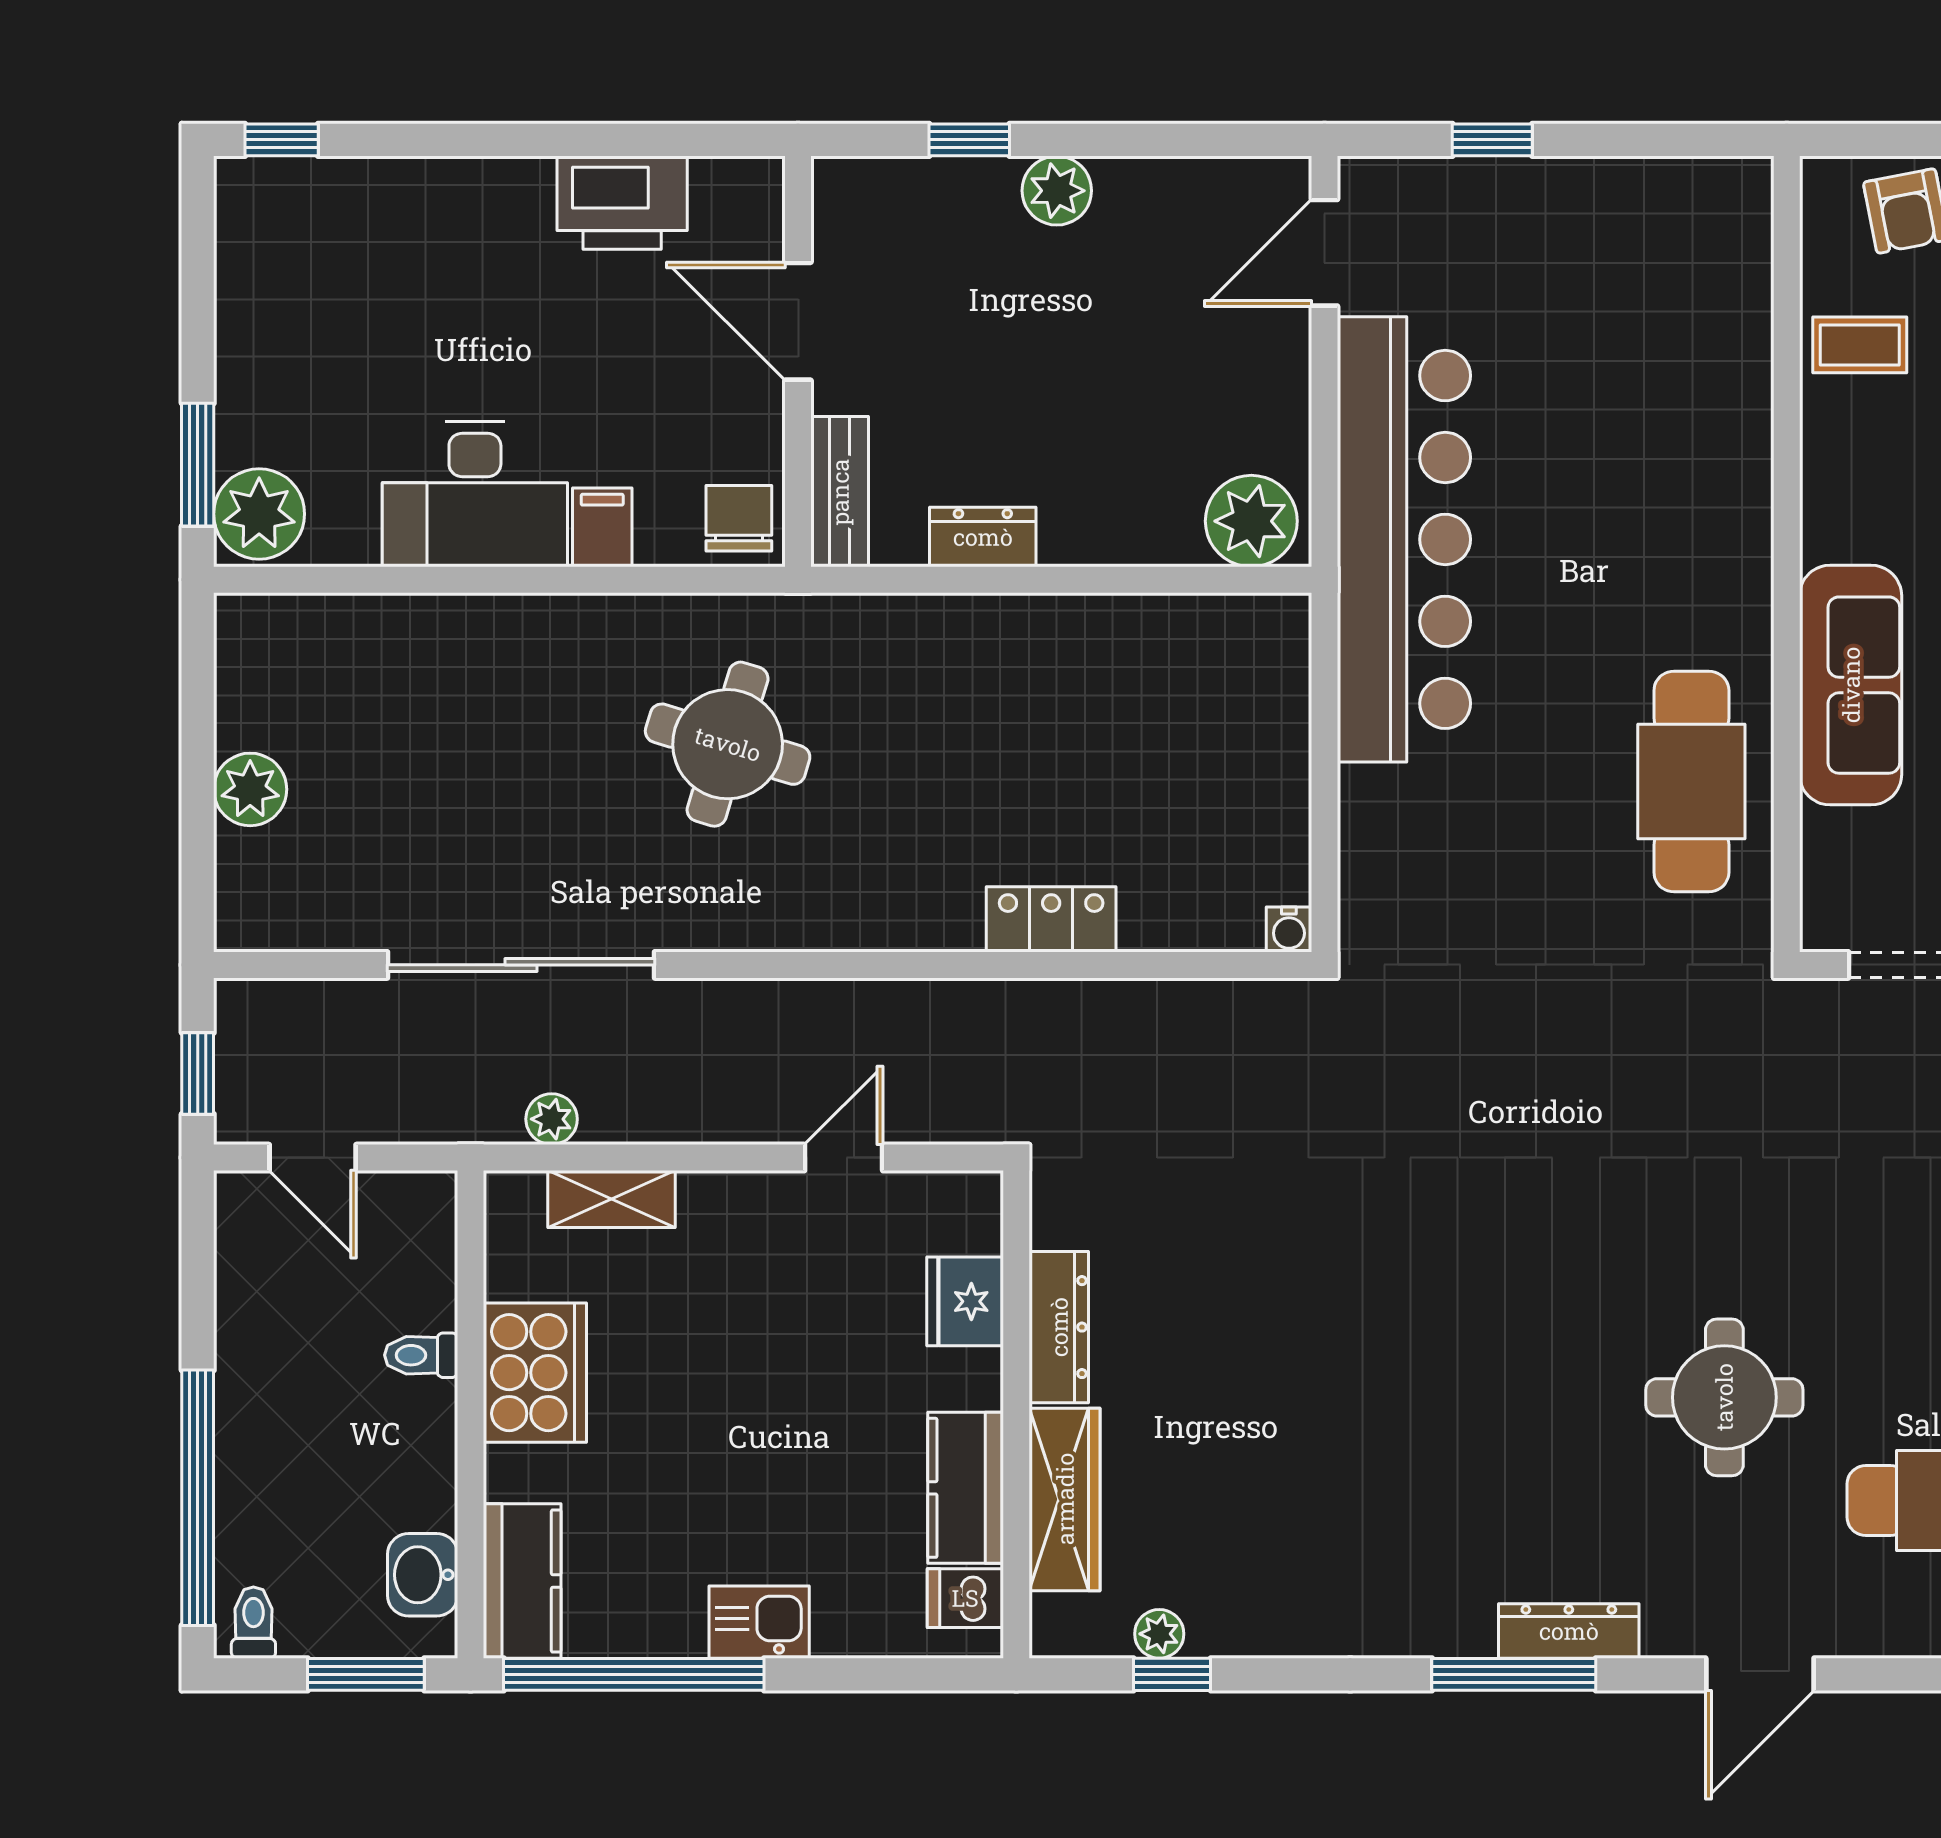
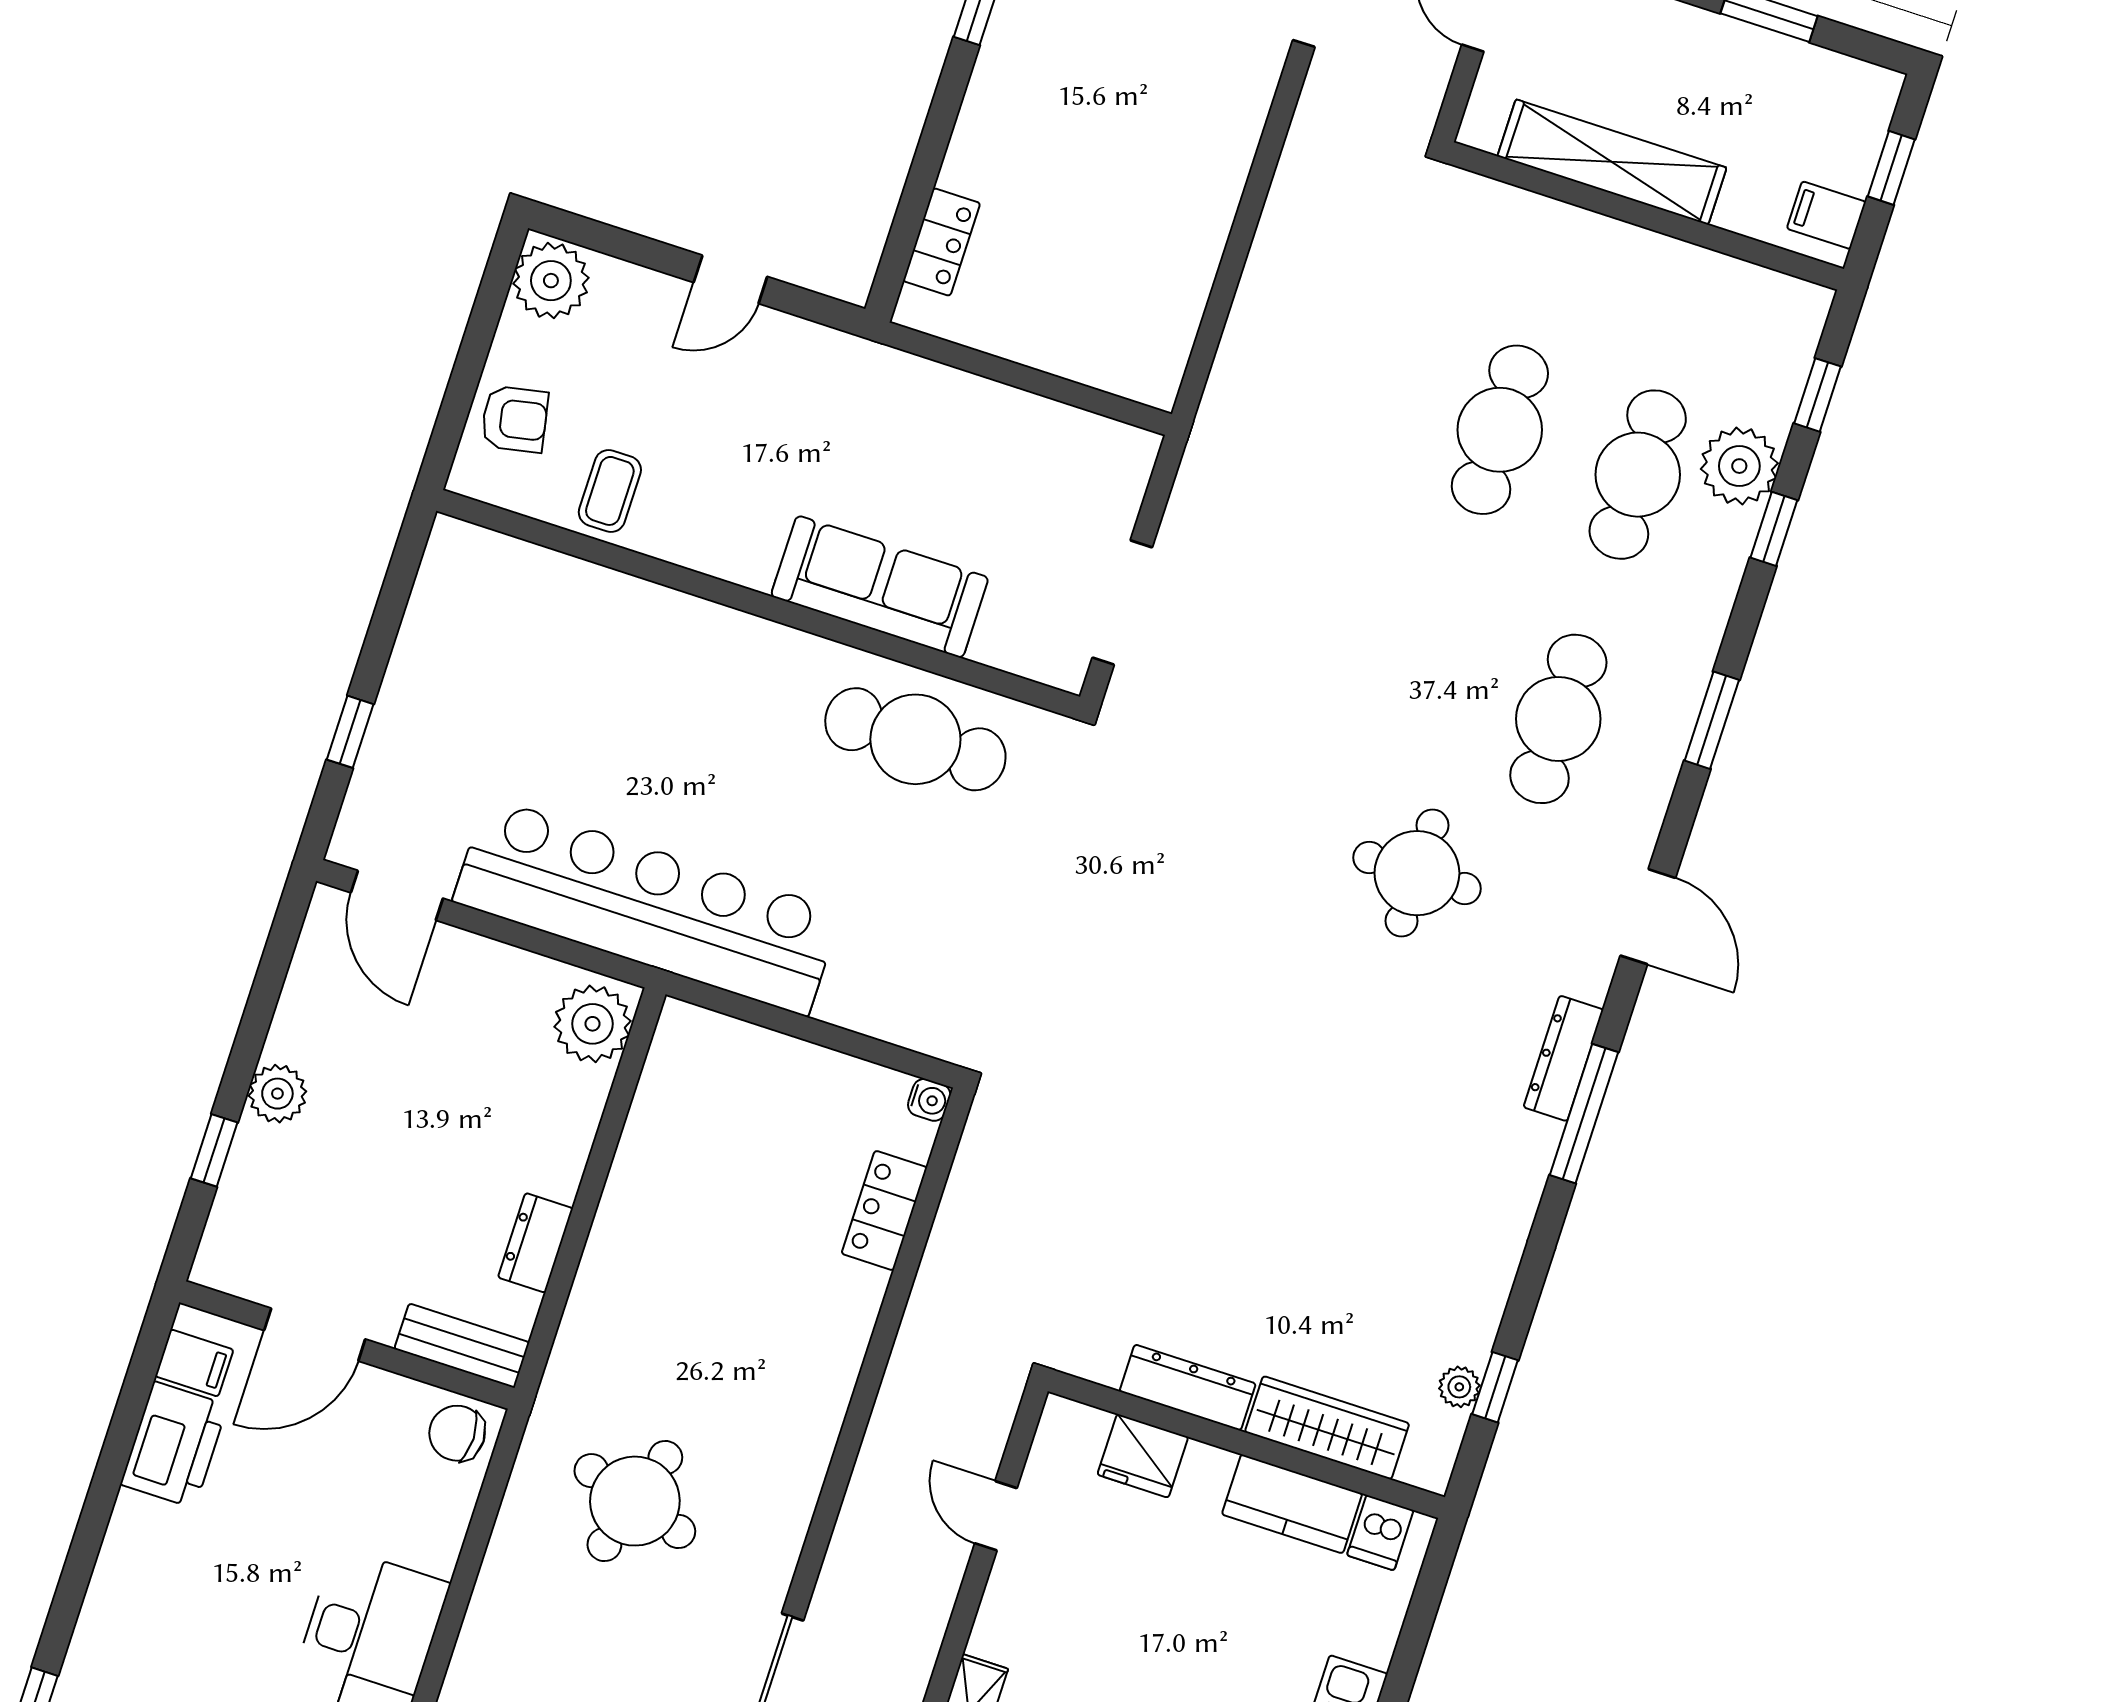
filing cabinet: (602, 527) -> (194, 1363), moved, turned 180
locker: (1051, 919) -> (884, 1211), moved

